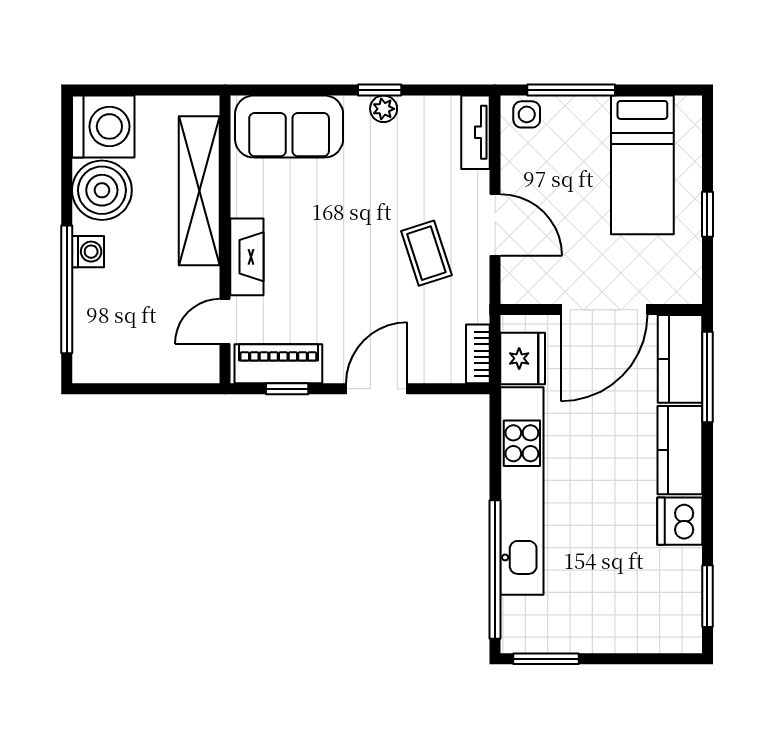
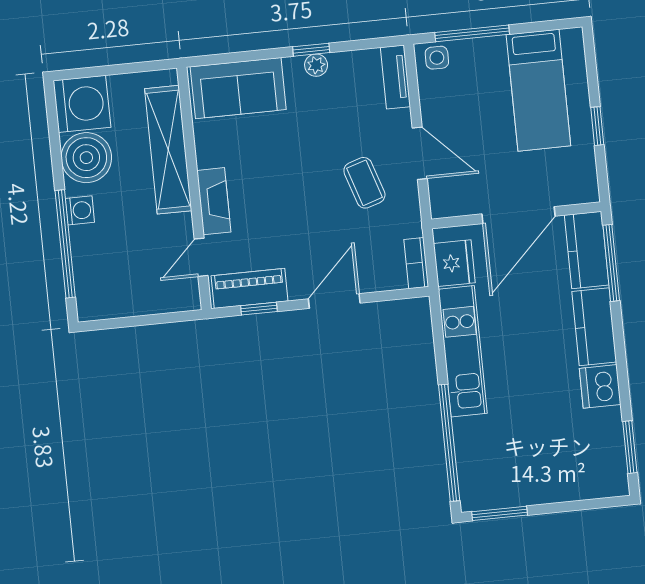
kitchen unit: (522, 491) -> (463, 351), width x0.73

